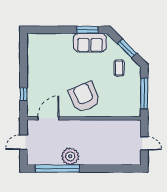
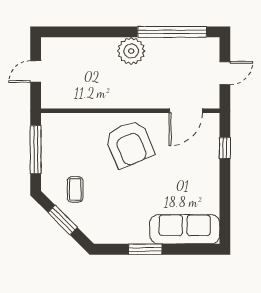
window: (87, 30) -> (145, 249), moved
sofa: (90, 43) -> (185, 229), moved, width x1.36
door: (144, 143) -> (36, 71), hinge flipped
plant: (70, 156) -> (131, 51), moved

